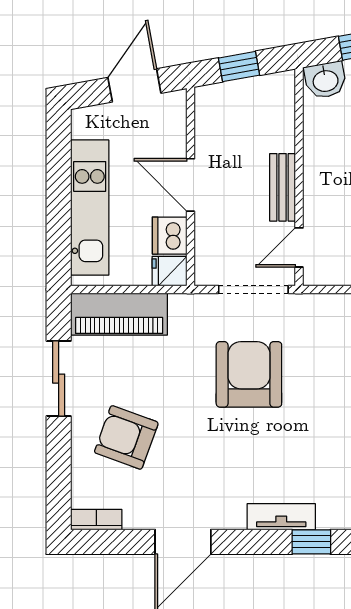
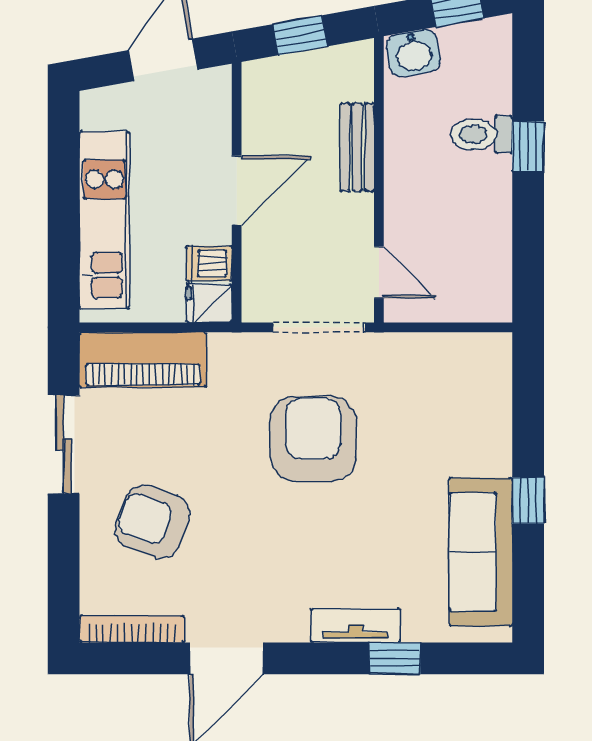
door: (191, 185) -> (237, 190), swing flipped
bench: (283, 187) -> (357, 147), moved
dishwasher: (170, 236) -> (209, 263), width x0.73
door: (299, 247) -> (379, 272), swing flipped
bookcase: (96, 520) -> (132, 629), width x1.56

